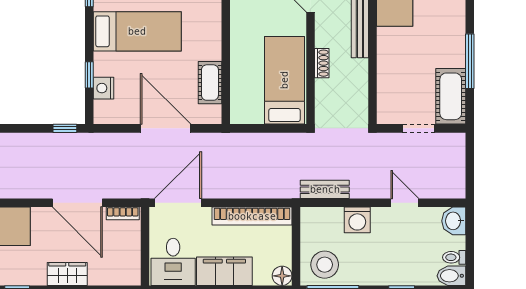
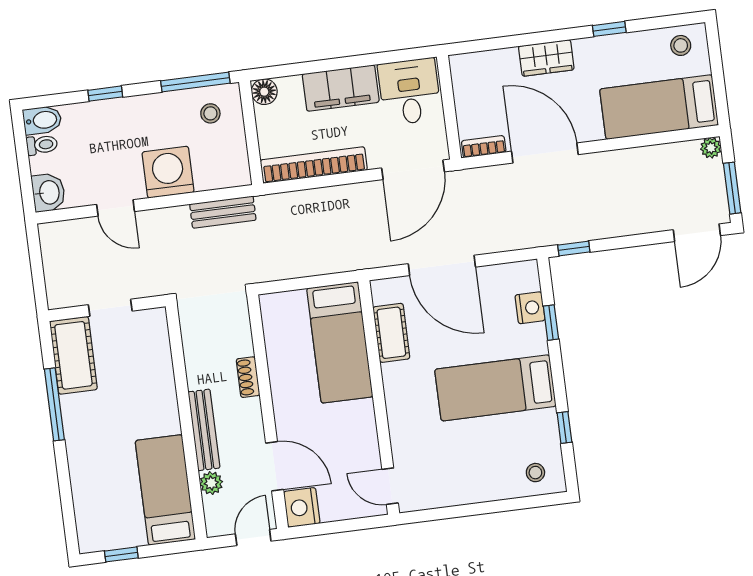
bed: (284, 80) -> (340, 342), moved
washing machine: (357, 220) -> (168, 172), width x1.37, depth x1.37
stool: (325, 265) -> (210, 113), width x0.53, depth x0.53

